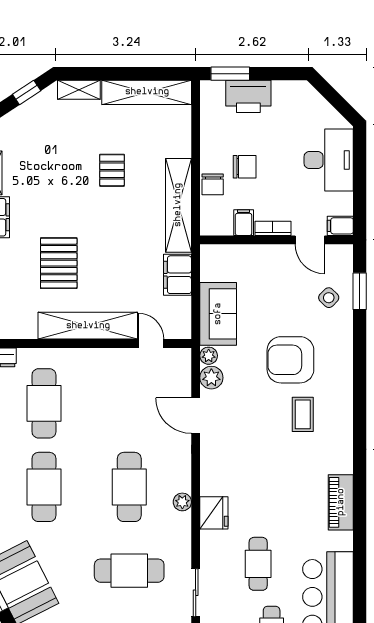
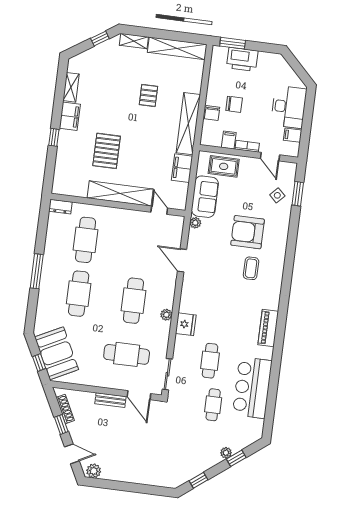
filing cabinet: (340, 226) -> (293, 135), moved
rug: (241, 264) -> (224, 166), added
plant: (211, 378) -> (195, 237), removed

